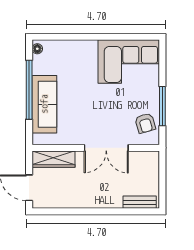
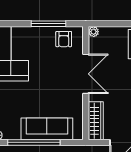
armchair: (145, 123) -> (64, 39), turned 106
plant: (154, 157) -> (94, 32), added

